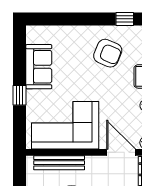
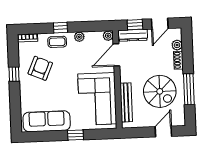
window: (125, 19) -> (14, 74), moved
sofa: (39, 67) -> (47, 121), width x1.36

